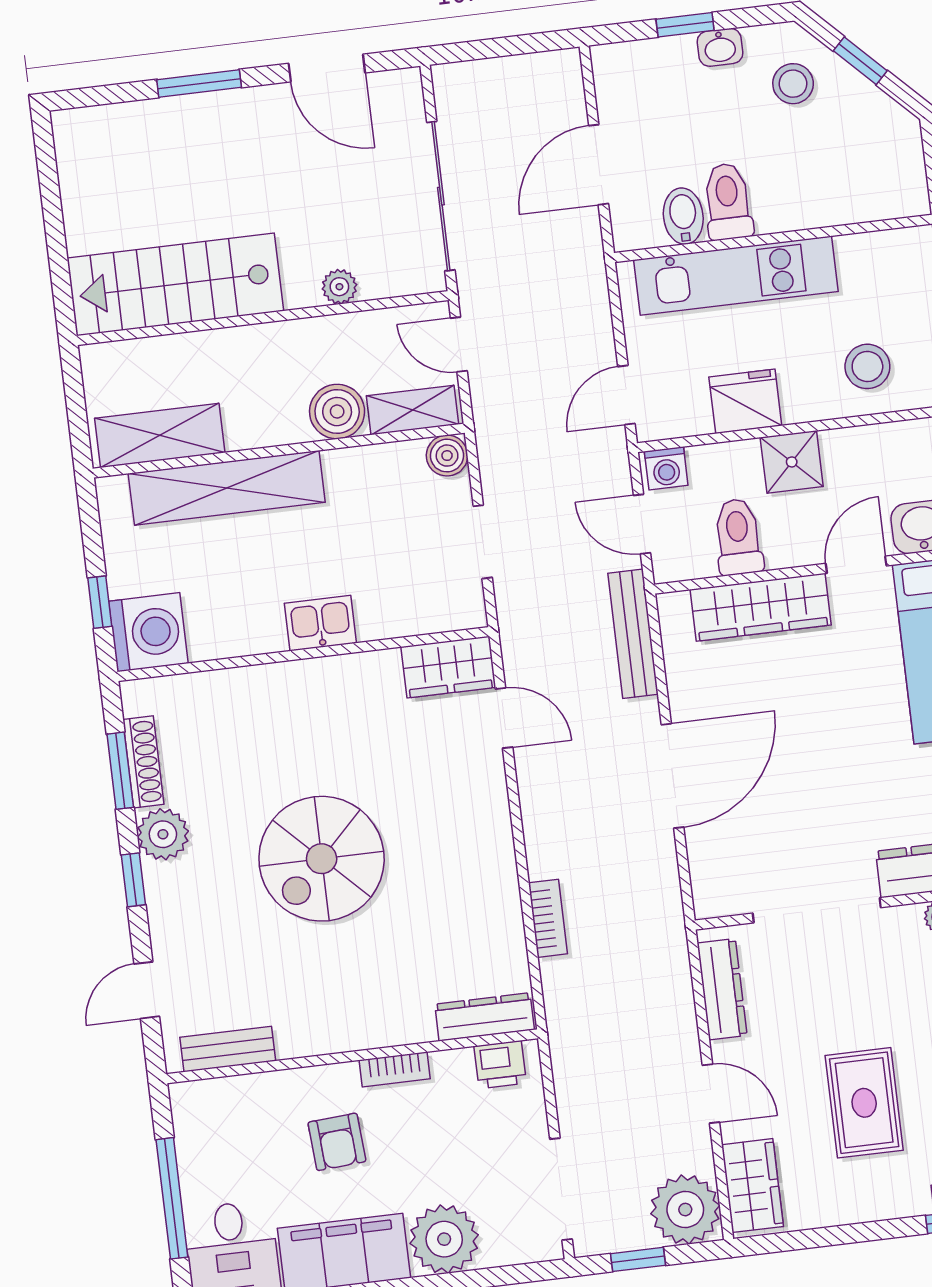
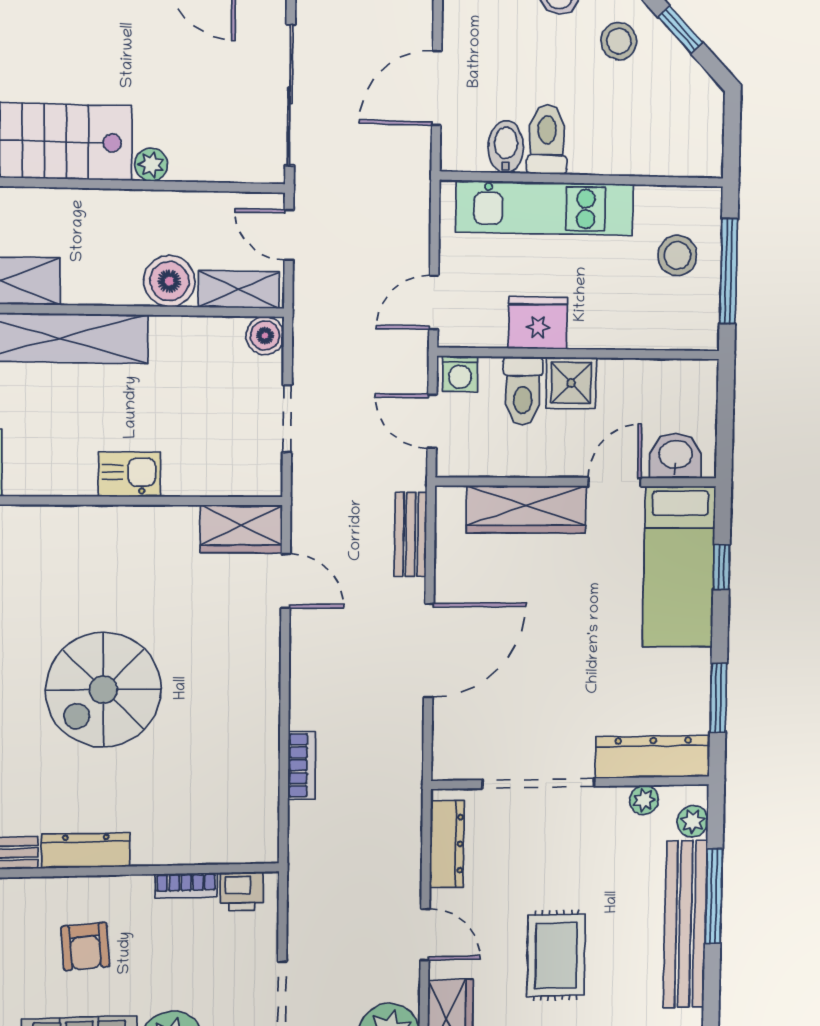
plant: (339, 287) -> (151, 165), moved
stool: (867, 366) -> (677, 255), moved
toilet: (738, 537) -> (523, 391), moved, turned 180
bench: (633, 634) -> (411, 534), width x0.73
dresser: (485, 1017) -> (86, 851), moved
bookcase: (395, 1069) -> (186, 886), moved

